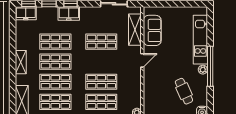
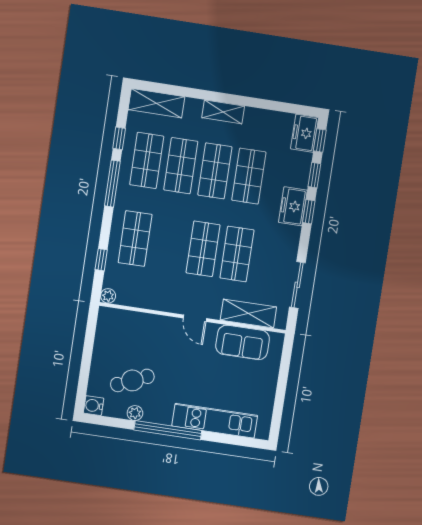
plant: (203, 70) -> (135, 413), moved
shop shelf: (101, 82) -> (203, 249), moved

